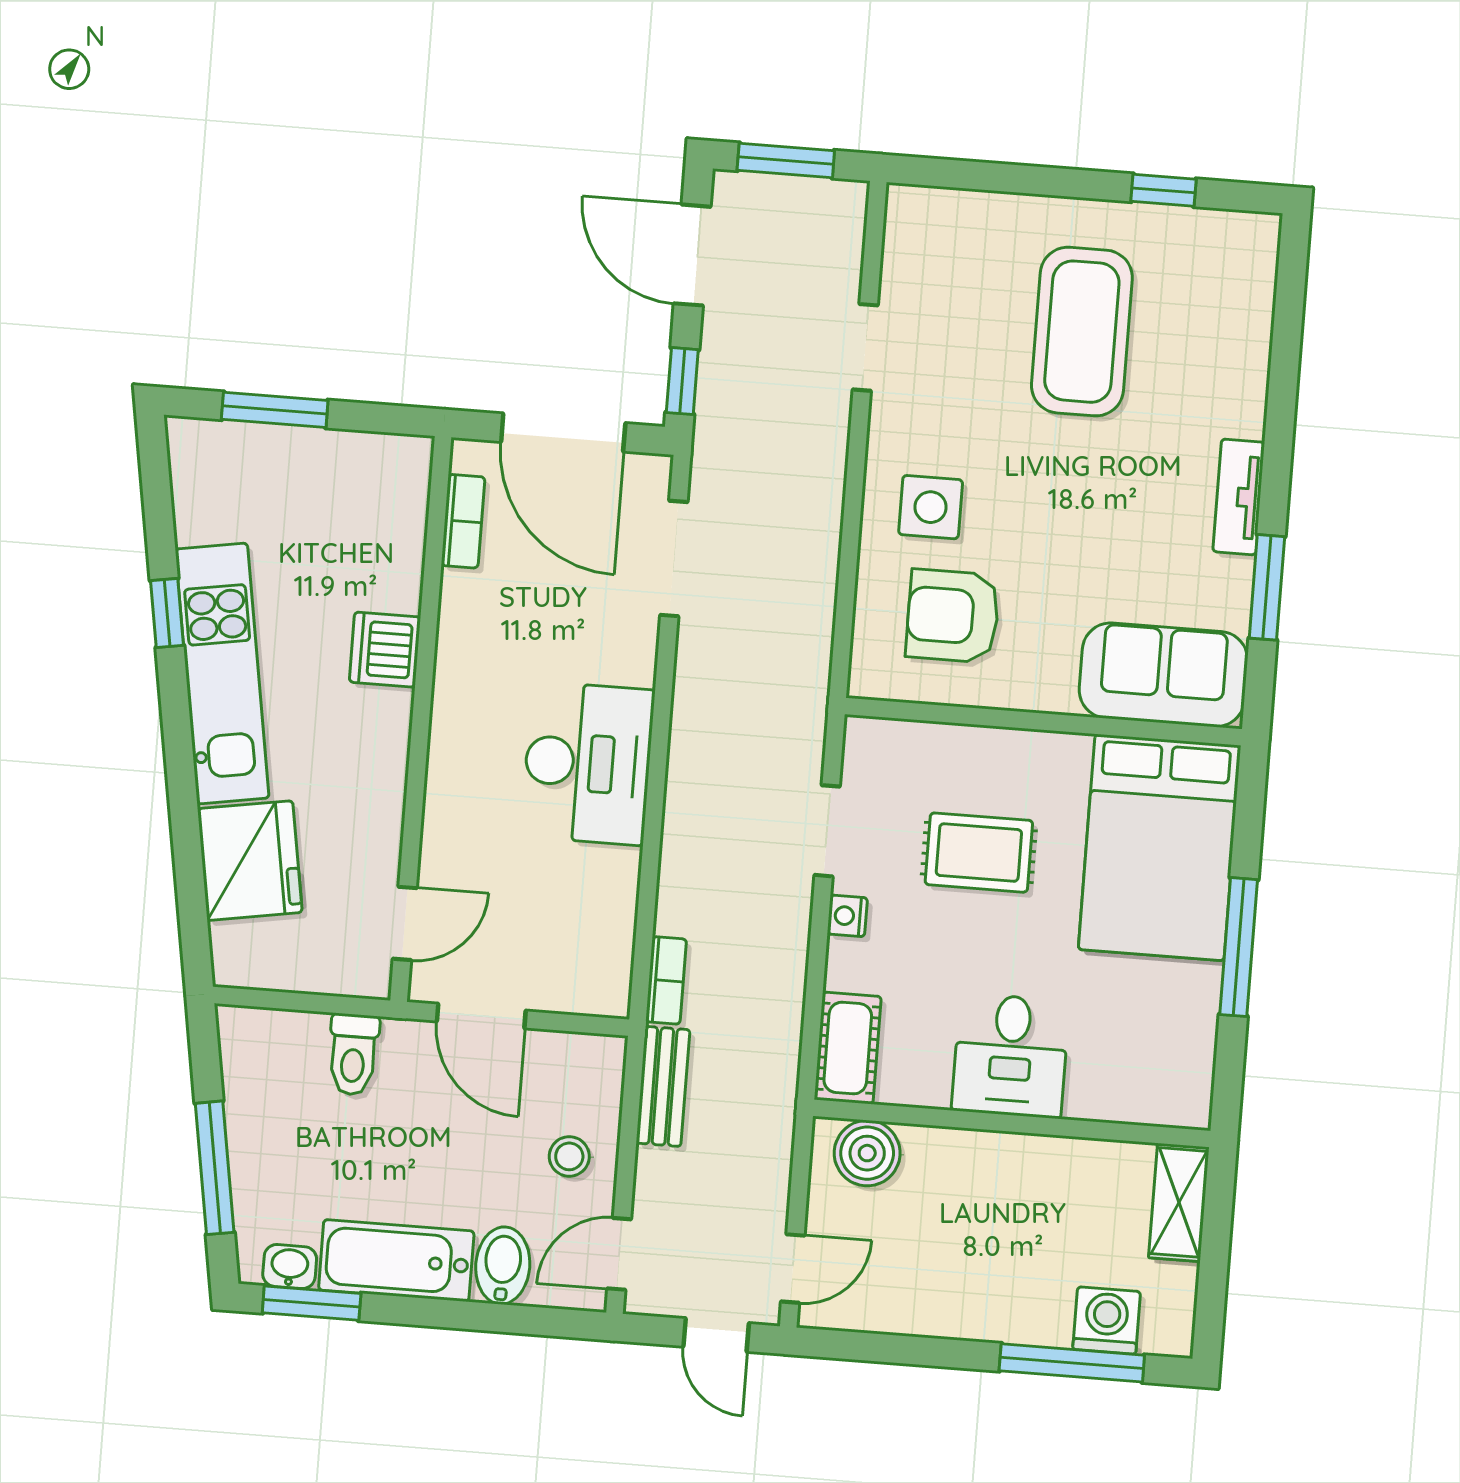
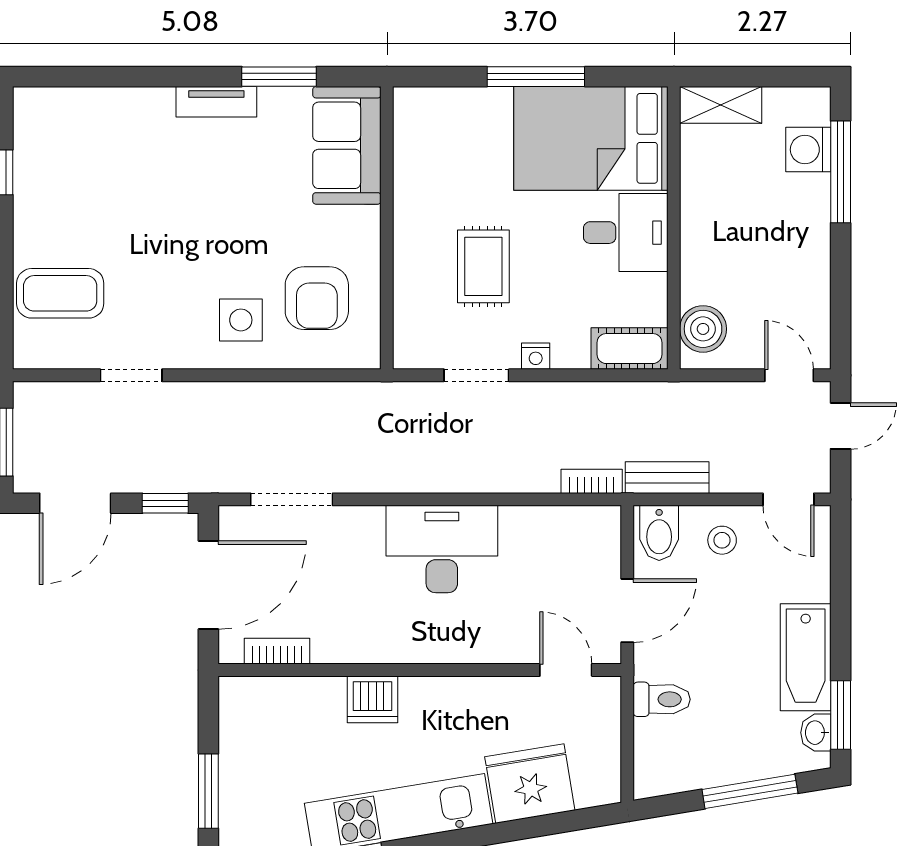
coffee table: (1082, 332) -> (60, 293), moved, width x0.73, depth x0.76
bed: (1160, 847) -> (591, 138), moved, turned 180
bidet: (503, 1266) -> (659, 533), moved, turned -90

